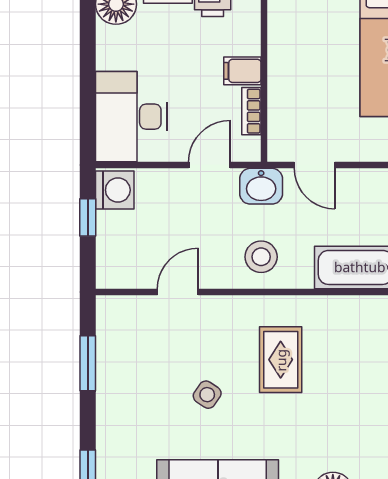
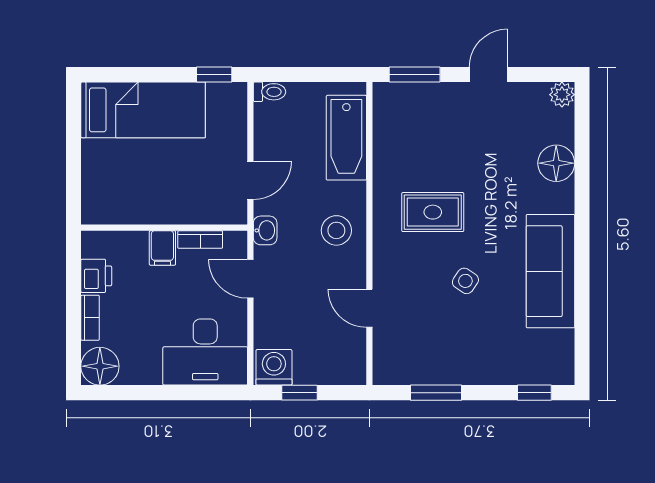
washbasin: (261, 186) -> (265, 230), width x0.72, depth x0.69

